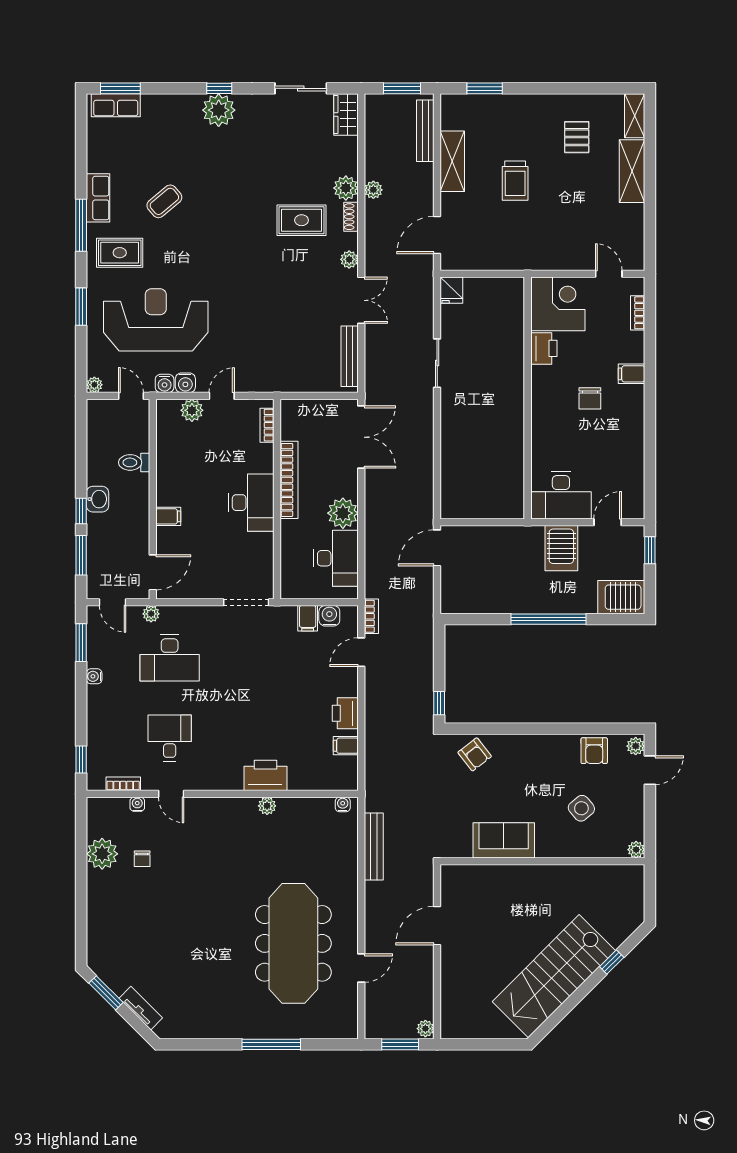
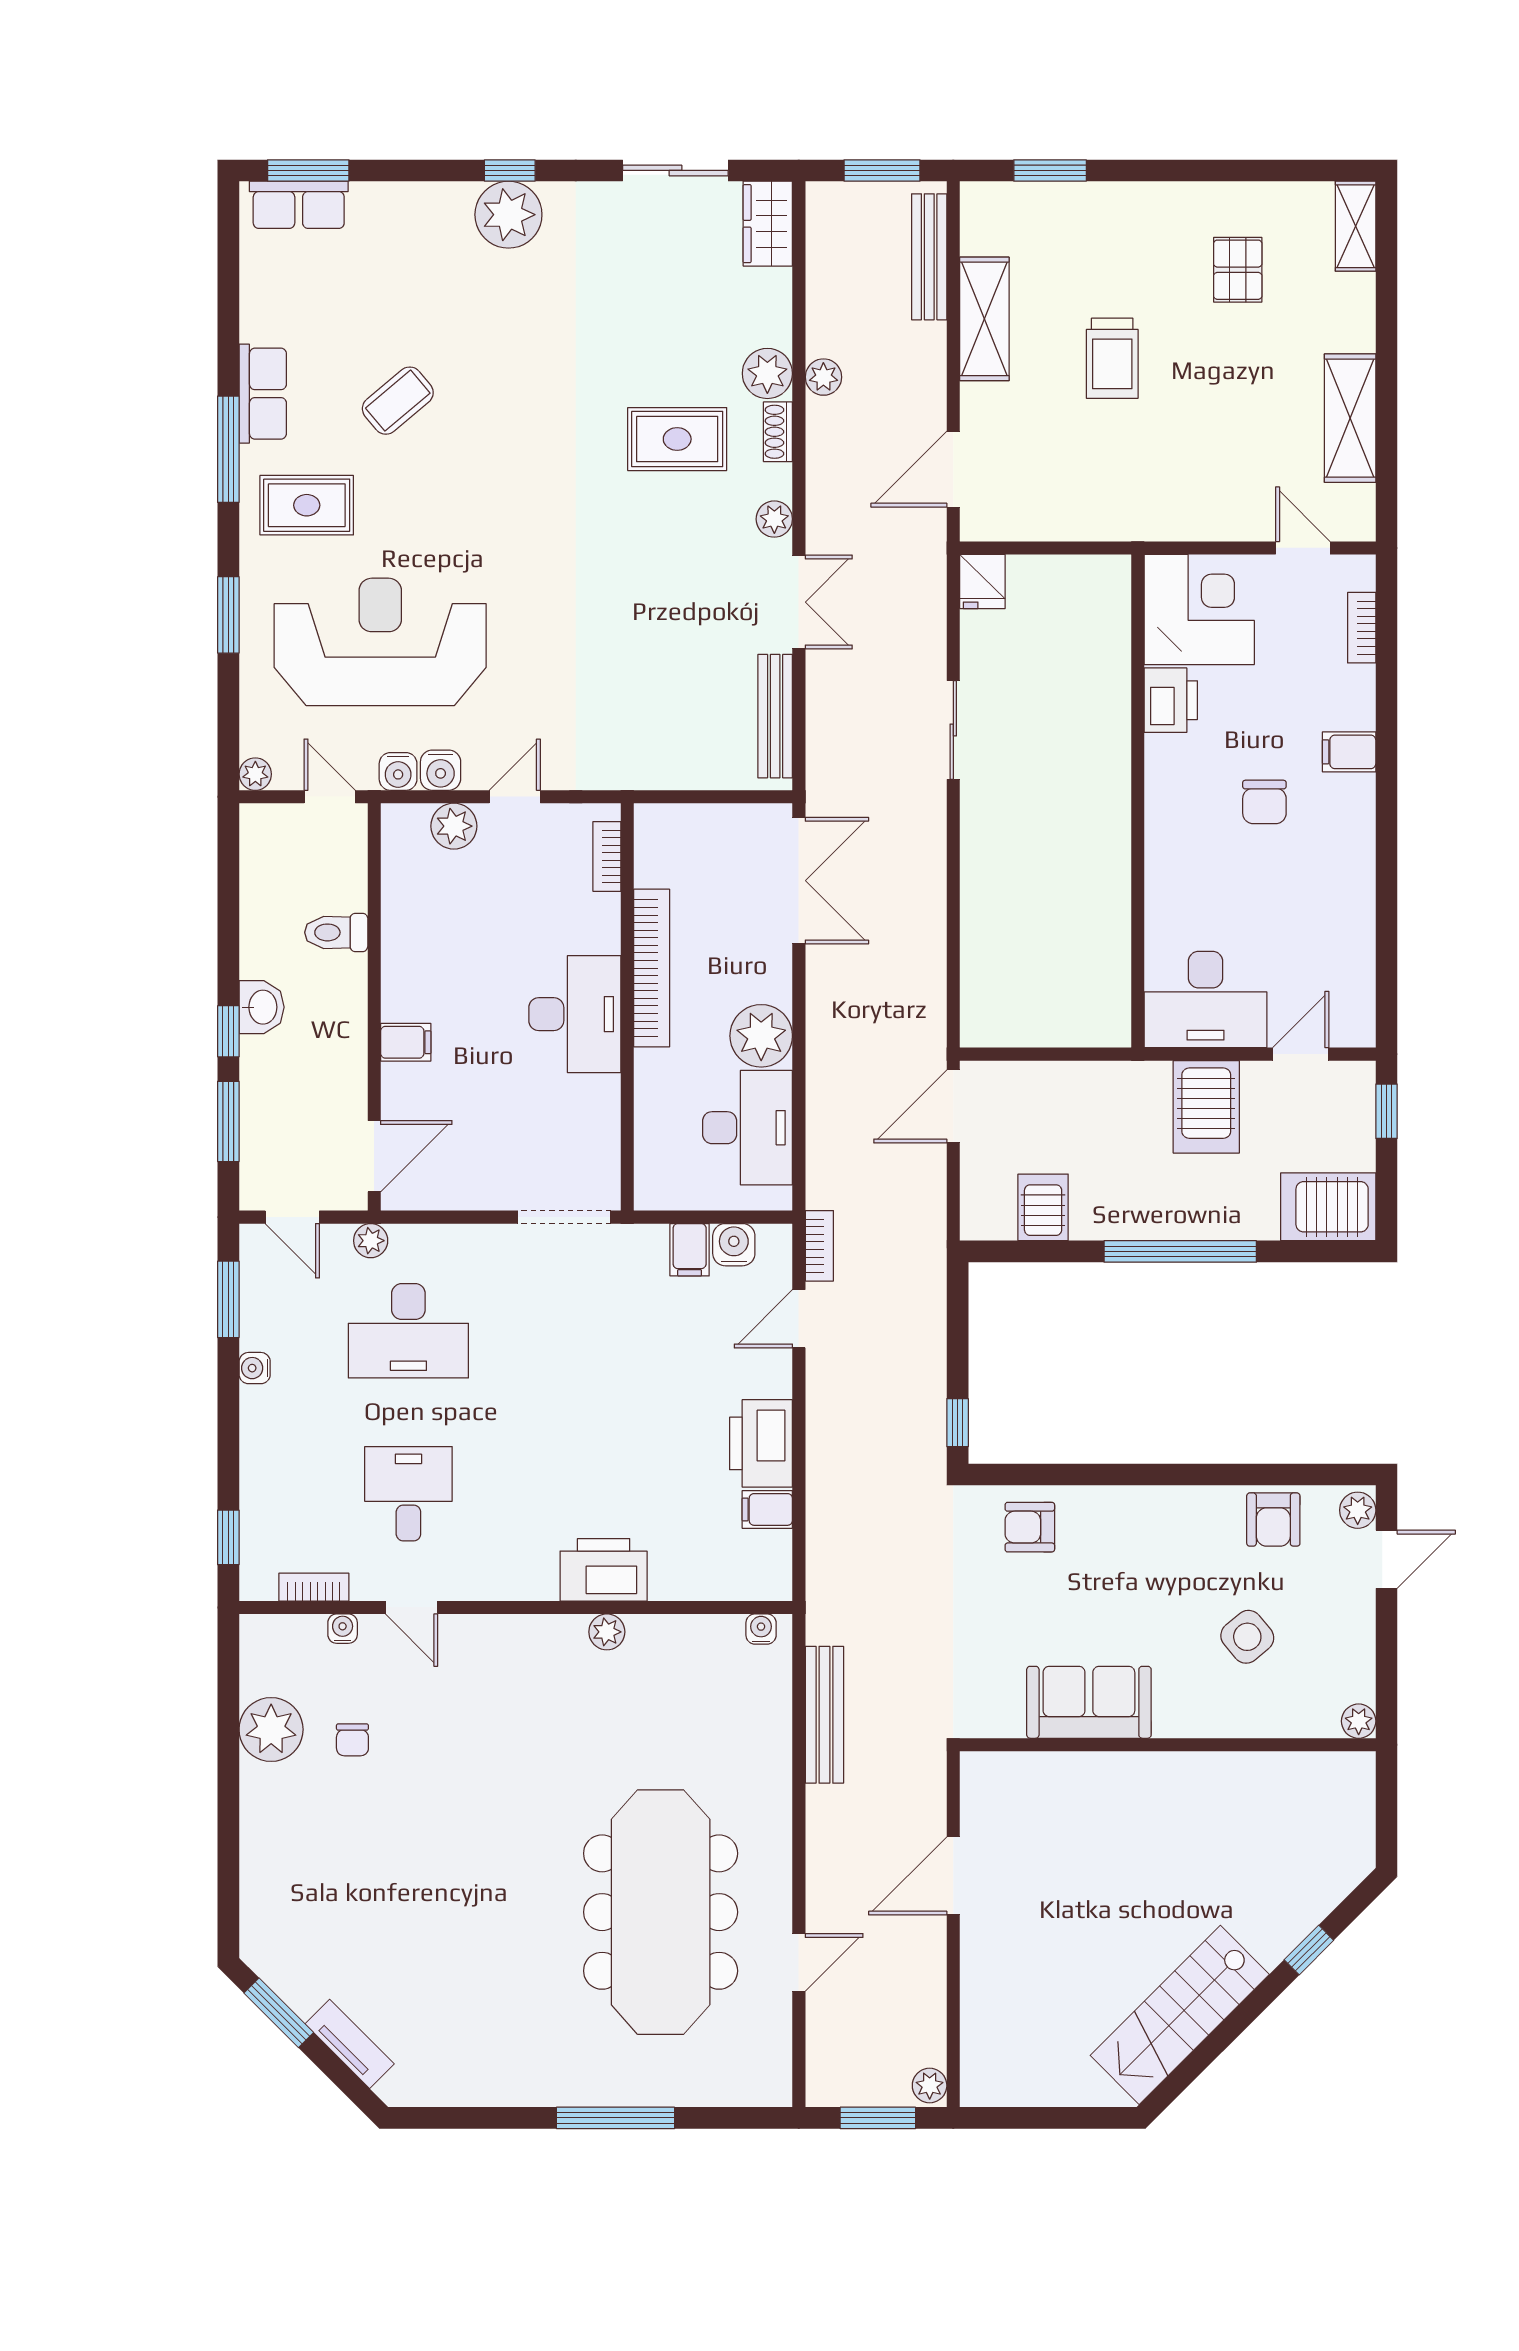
shelving: (632, 171) -> (1350, 418), moved
server rack: (481, 597) -> (1043, 1207), added
printer: (345, 713) -> (761, 1443), width x1.37, depth x1.19
armchair: (475, 754) -> (1030, 1527), turned 128
stairs: (554, 976) -> (1180, 2015), width x0.73, depth x0.66

